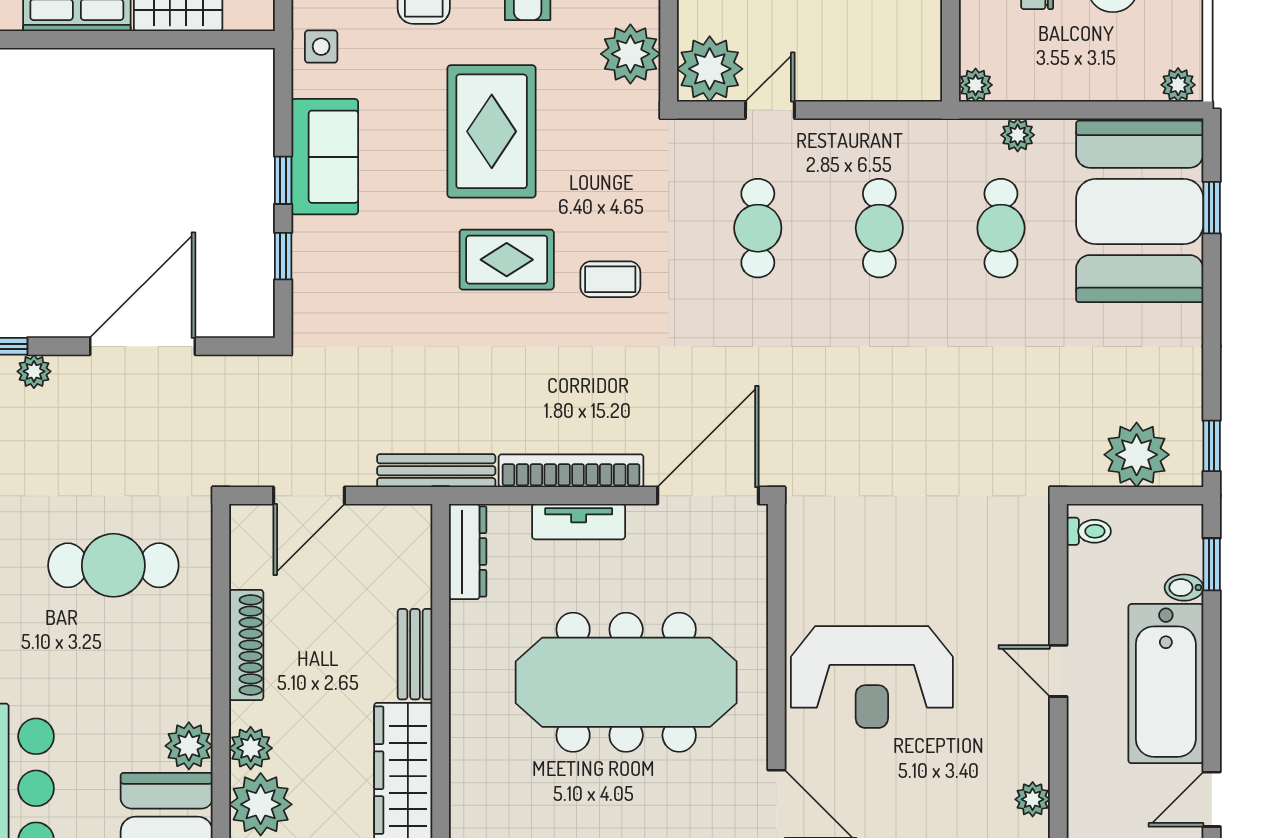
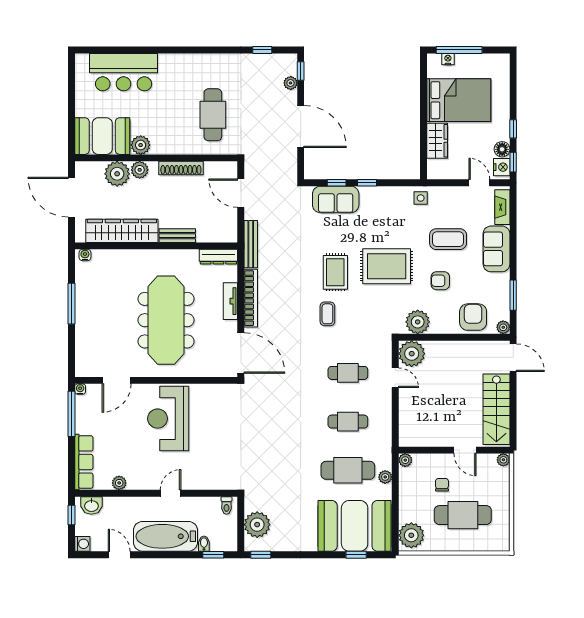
plant: (1178, 85) -> (411, 535), width x1.88, depth x1.88
sofa: (325, 157) -> (336, 199), moved
cafe table: (1001, 228) -> (348, 470), width x1.37, depth x1.35

